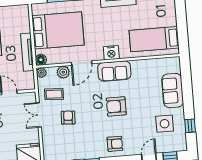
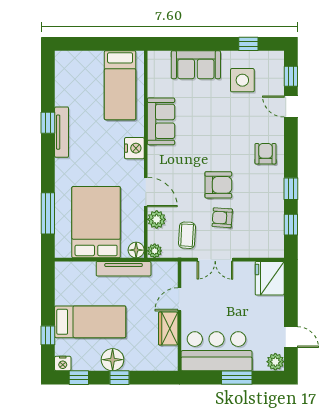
sofa: (114, 71) -> (161, 121), moved
armchair: (116, 106) -> (218, 185), moved, turned -90

